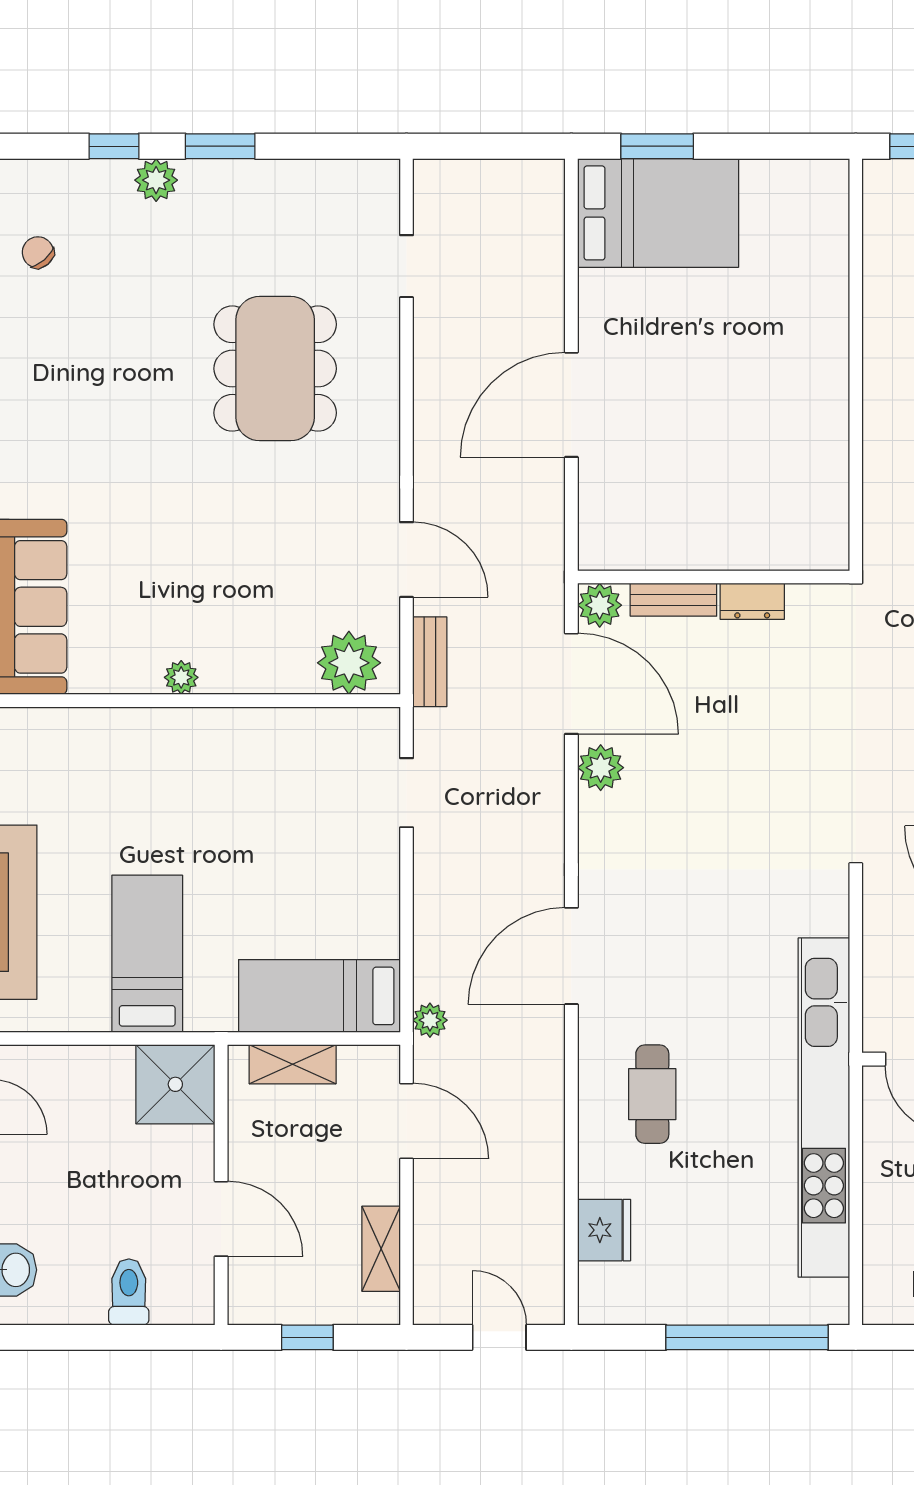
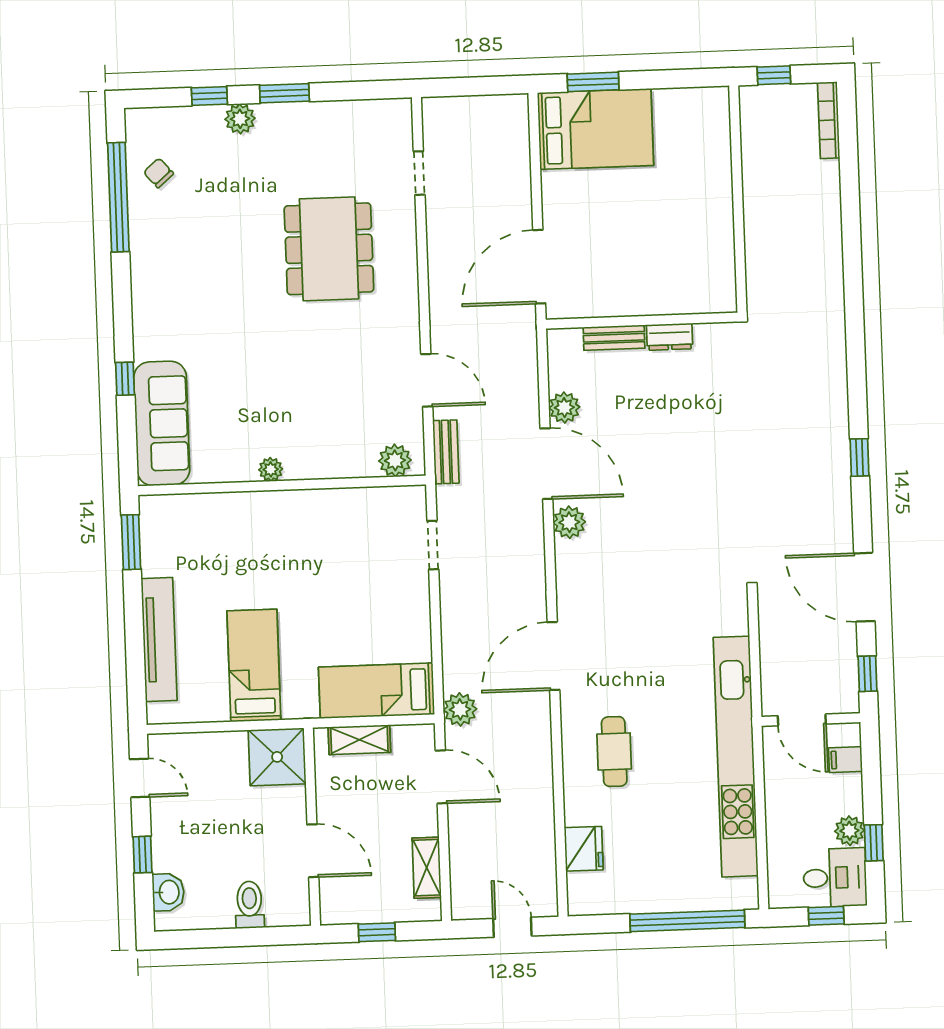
wall: (714, 577) -> (642, 321), moved
bench: (673, 600) -> (614, 338), moved
dresser: (752, 601) -> (670, 337), moved
plant: (349, 663) -> (395, 460), width x0.73, depth x0.73
plant: (430, 1020) -> (460, 709), width x1.38, depth x1.38

